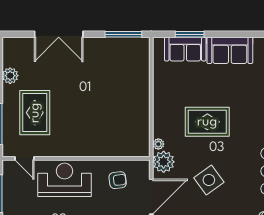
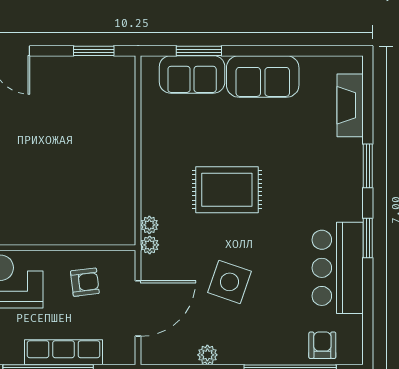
window: (123, 34) -> (94, 51), width x0.69
plant: (164, 162) -> (150, 245), width x0.53, depth x0.53
side table: (209, 180) -> (229, 282), turned -35

